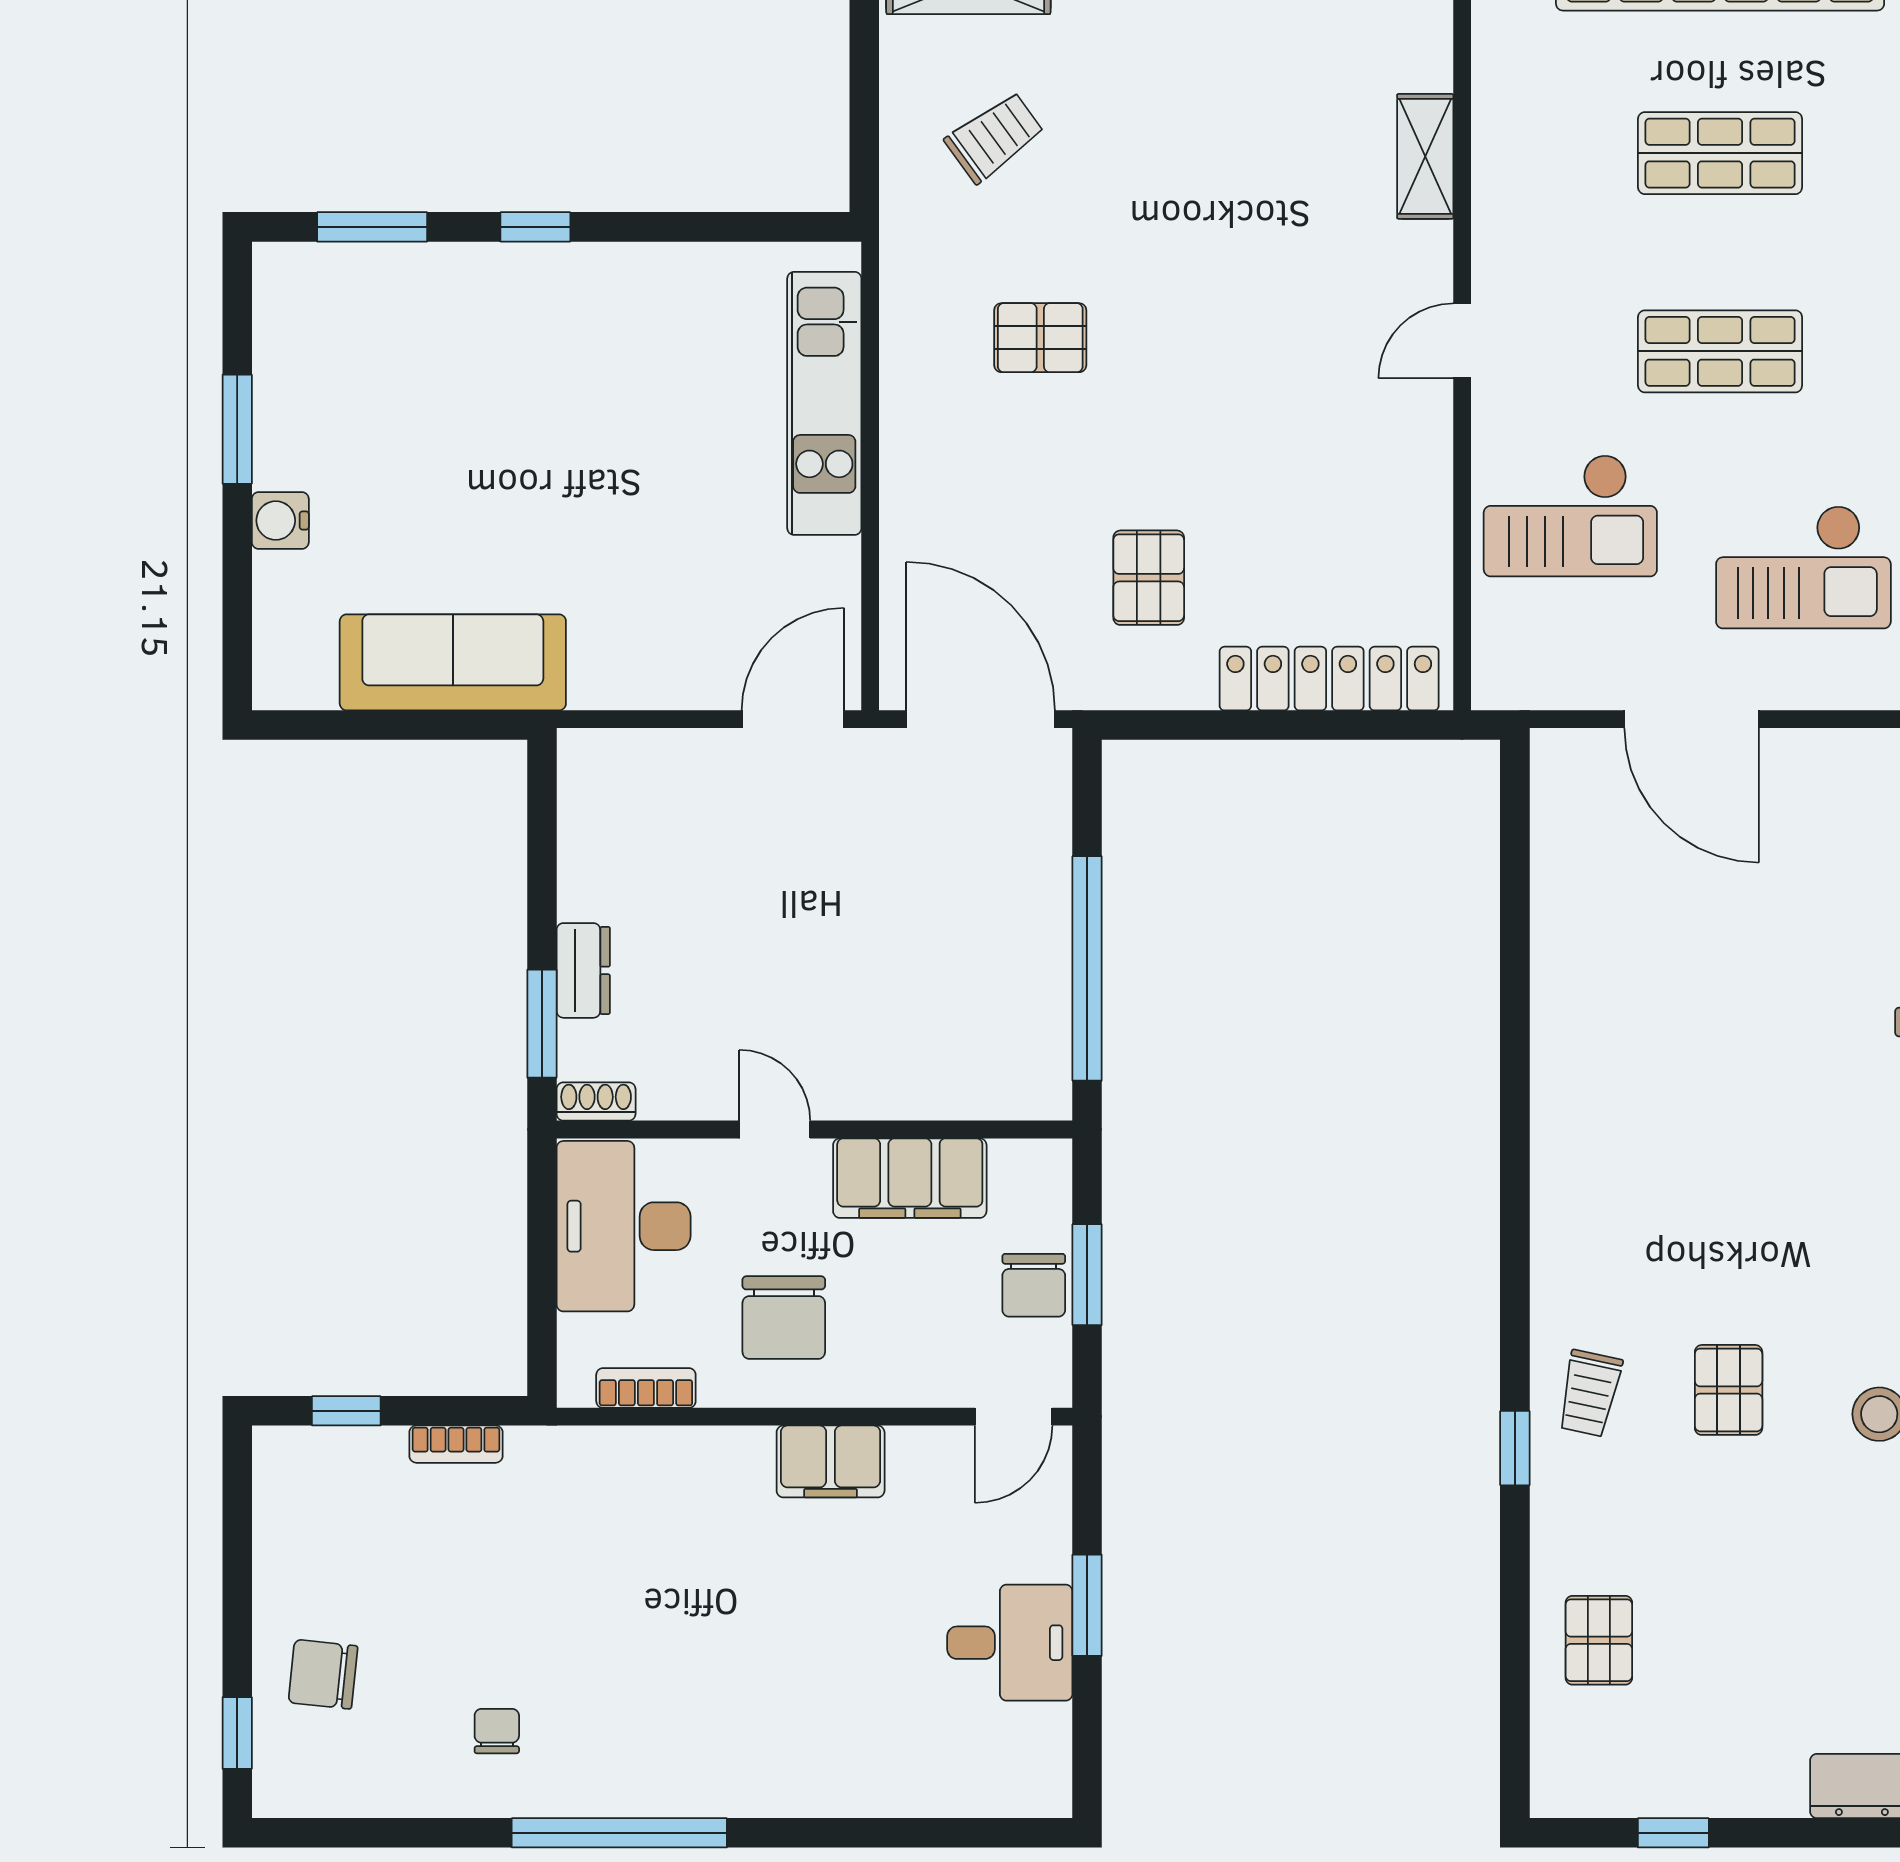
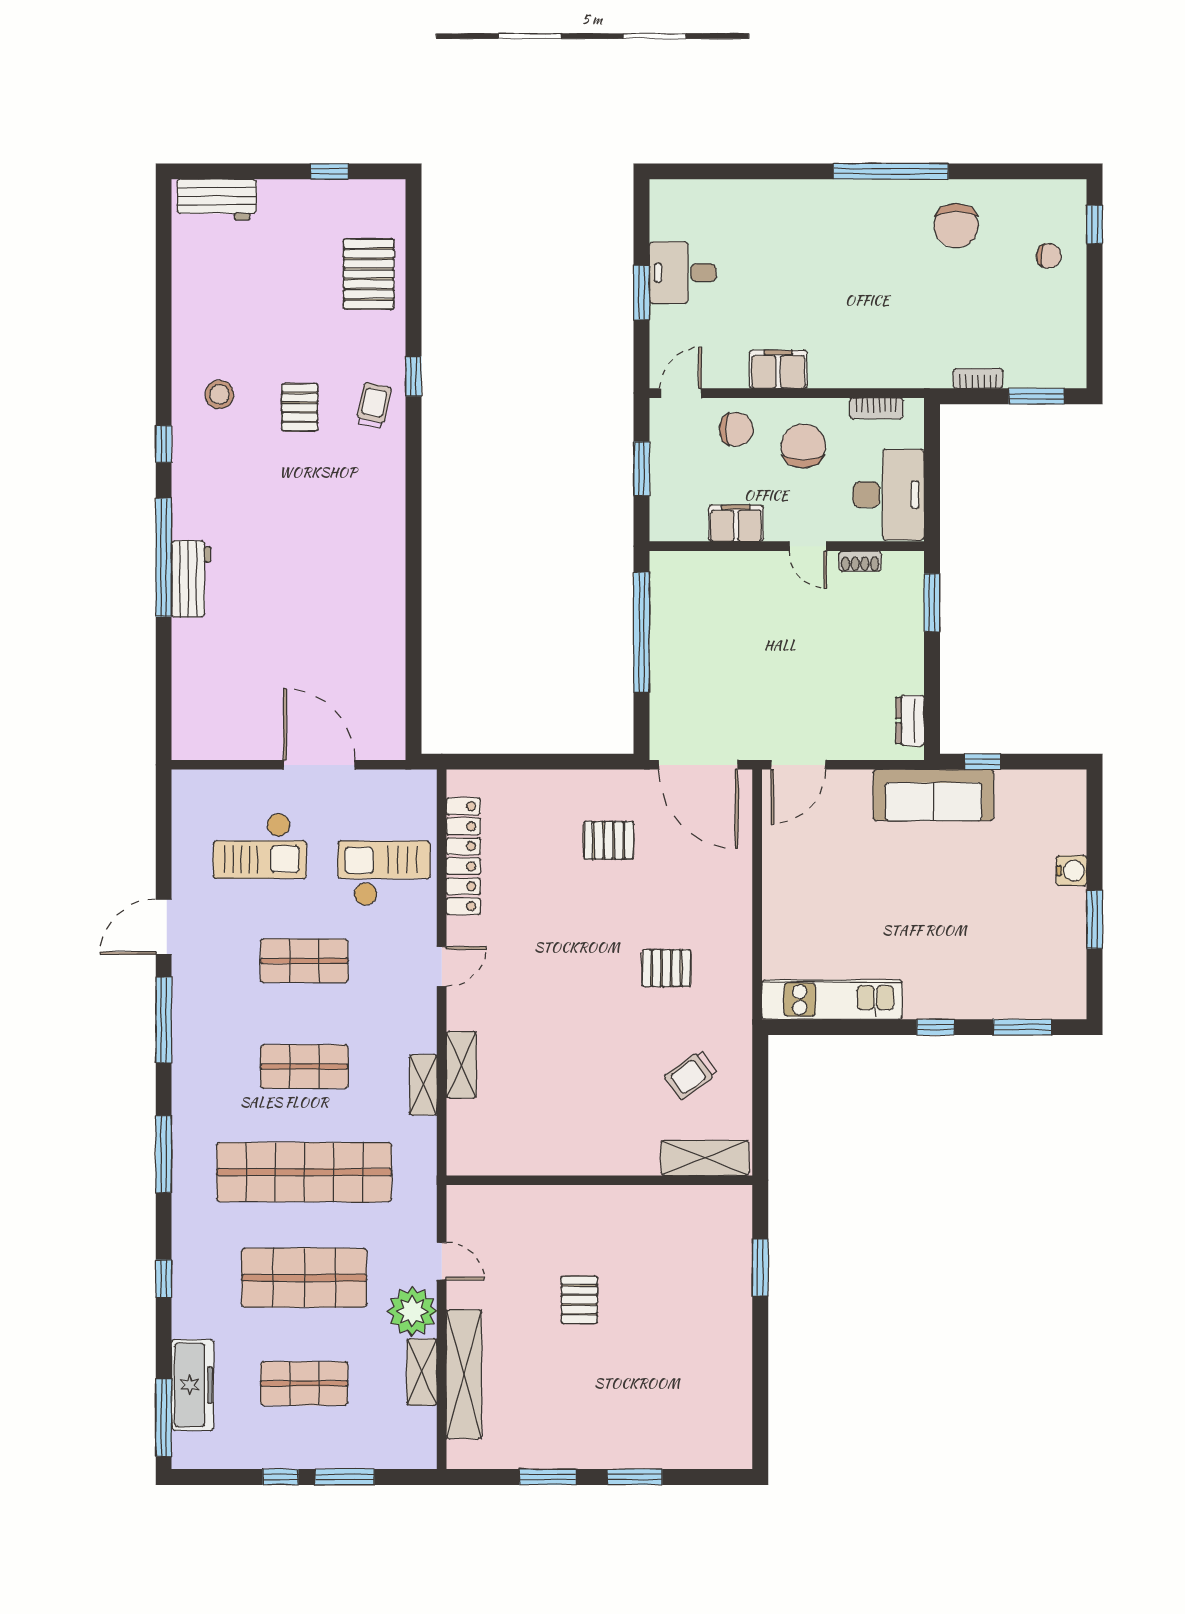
shelving: (1497, 119) -> (423, 1085), added
kitchen unit: (824, 403) -> (832, 1000), moved, turned -90
checkout: (1803, 567) -> (260, 846), turned 180
pallet: (1149, 578) -> (609, 840), turned 90
sofa: (453, 662) -> (933, 795), moved
locker: (1329, 679) -> (463, 856), moved, turned -90
window: (447, 725) -> (982, 762), added
dresser: (583, 970) -> (910, 721), moved
shoe rack: (596, 1102) -> (860, 561), moved
filing cabinet: (910, 1178) -> (736, 523), width x0.67, depth x0.86
chair: (1034, 1285) -> (736, 429), moved, turned 90
window: (346, 1411) -> (1036, 396), width x1.50
pallet: (1599, 1640) -> (369, 274), width x1.50, depth x1.42
chair: (323, 1674) -> (1049, 256), width x0.73, depth x0.73
chair: (497, 1731) -> (956, 226), width x1.87, depth x1.87

